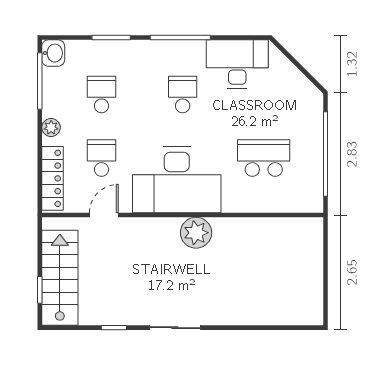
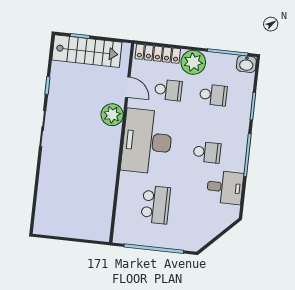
desk: (237, 64) -> (225, 187), width x0.73
plant: (51, 128) -> (193, 62), width x1.88, depth x1.88
plant: (196, 233) -> (112, 115), moved

